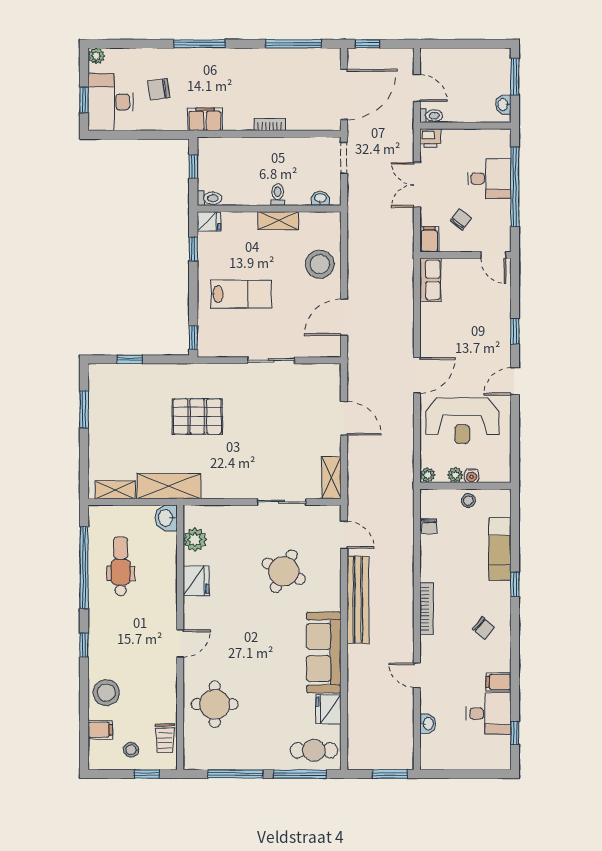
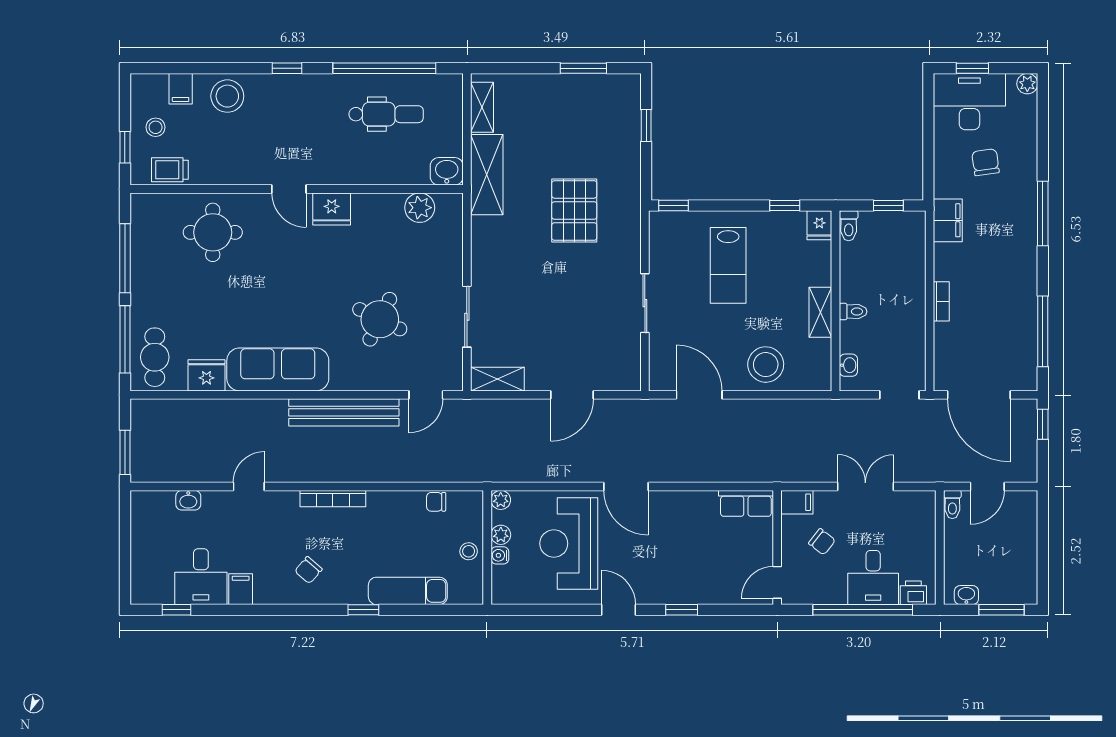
printer: (430, 138) -> (913, 593), moved, turned 90
fridge: (196, 581) -> (332, 209), moved

